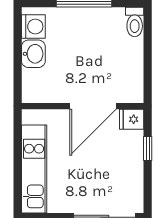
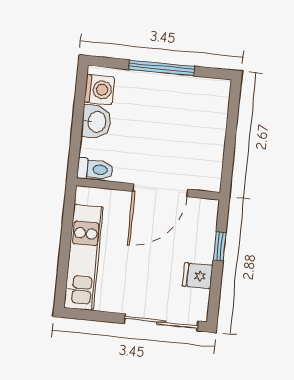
toilet: (135, 22) -> (95, 169), moved, turned -90
fridge: (132, 119) -> (198, 276), moved

